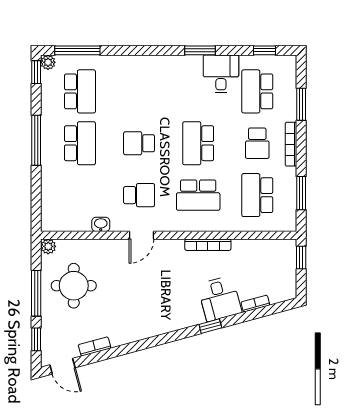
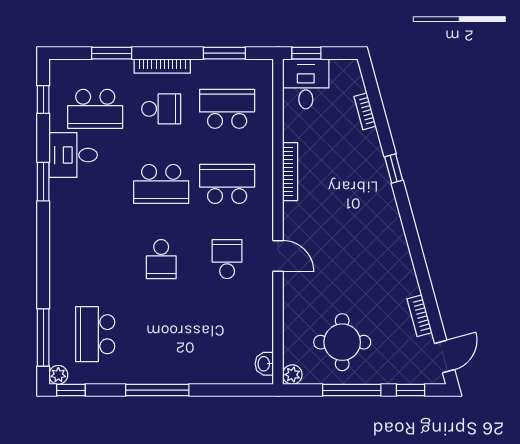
school desk: (80, 91) -> (95, 334), turned -90
school desk: (80, 143) -> (161, 334), removed
school desk: (198, 195) -> (227, 184), turned -90
school desk: (257, 195) -> (227, 109), turned 180
washbasin: (101, 224) -> (264, 364), moved
desk: (220, 299) -> (306, 84), moved, turned -75

